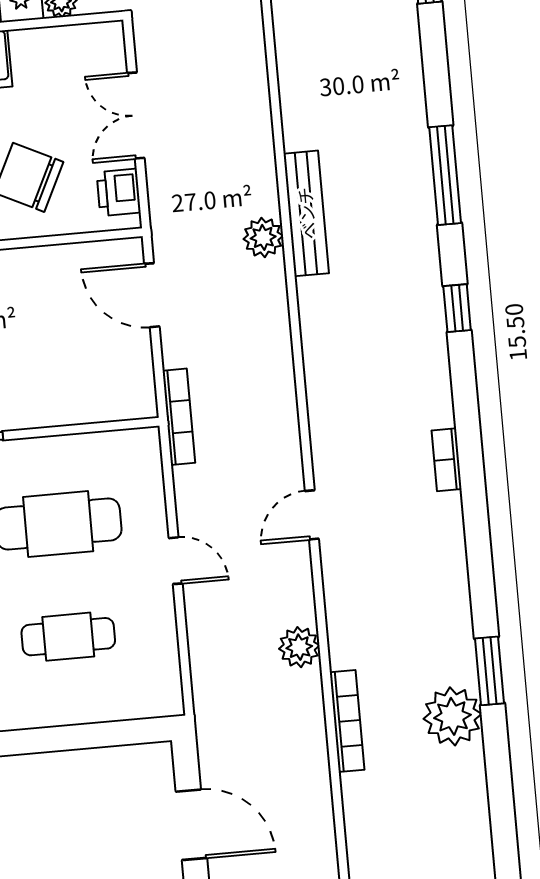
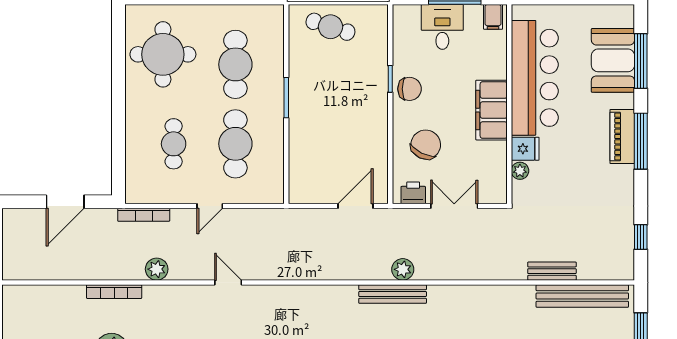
plant: (263, 237) -> (403, 269), moved
bookcase: (179, 417) -> (144, 215), moved

